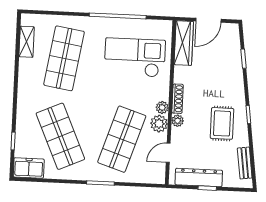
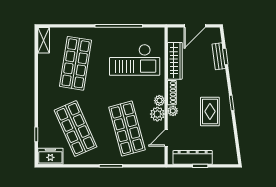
shelving: (27, 42) -> (44, 40), moved
wardrobe: (184, 43) -> (175, 61), moved
checkout: (135, 58) -> (135, 60), turned 180
shop shelf: (122, 139) -> (127, 129), turned -33
bench: (245, 163) -> (219, 56), moved

